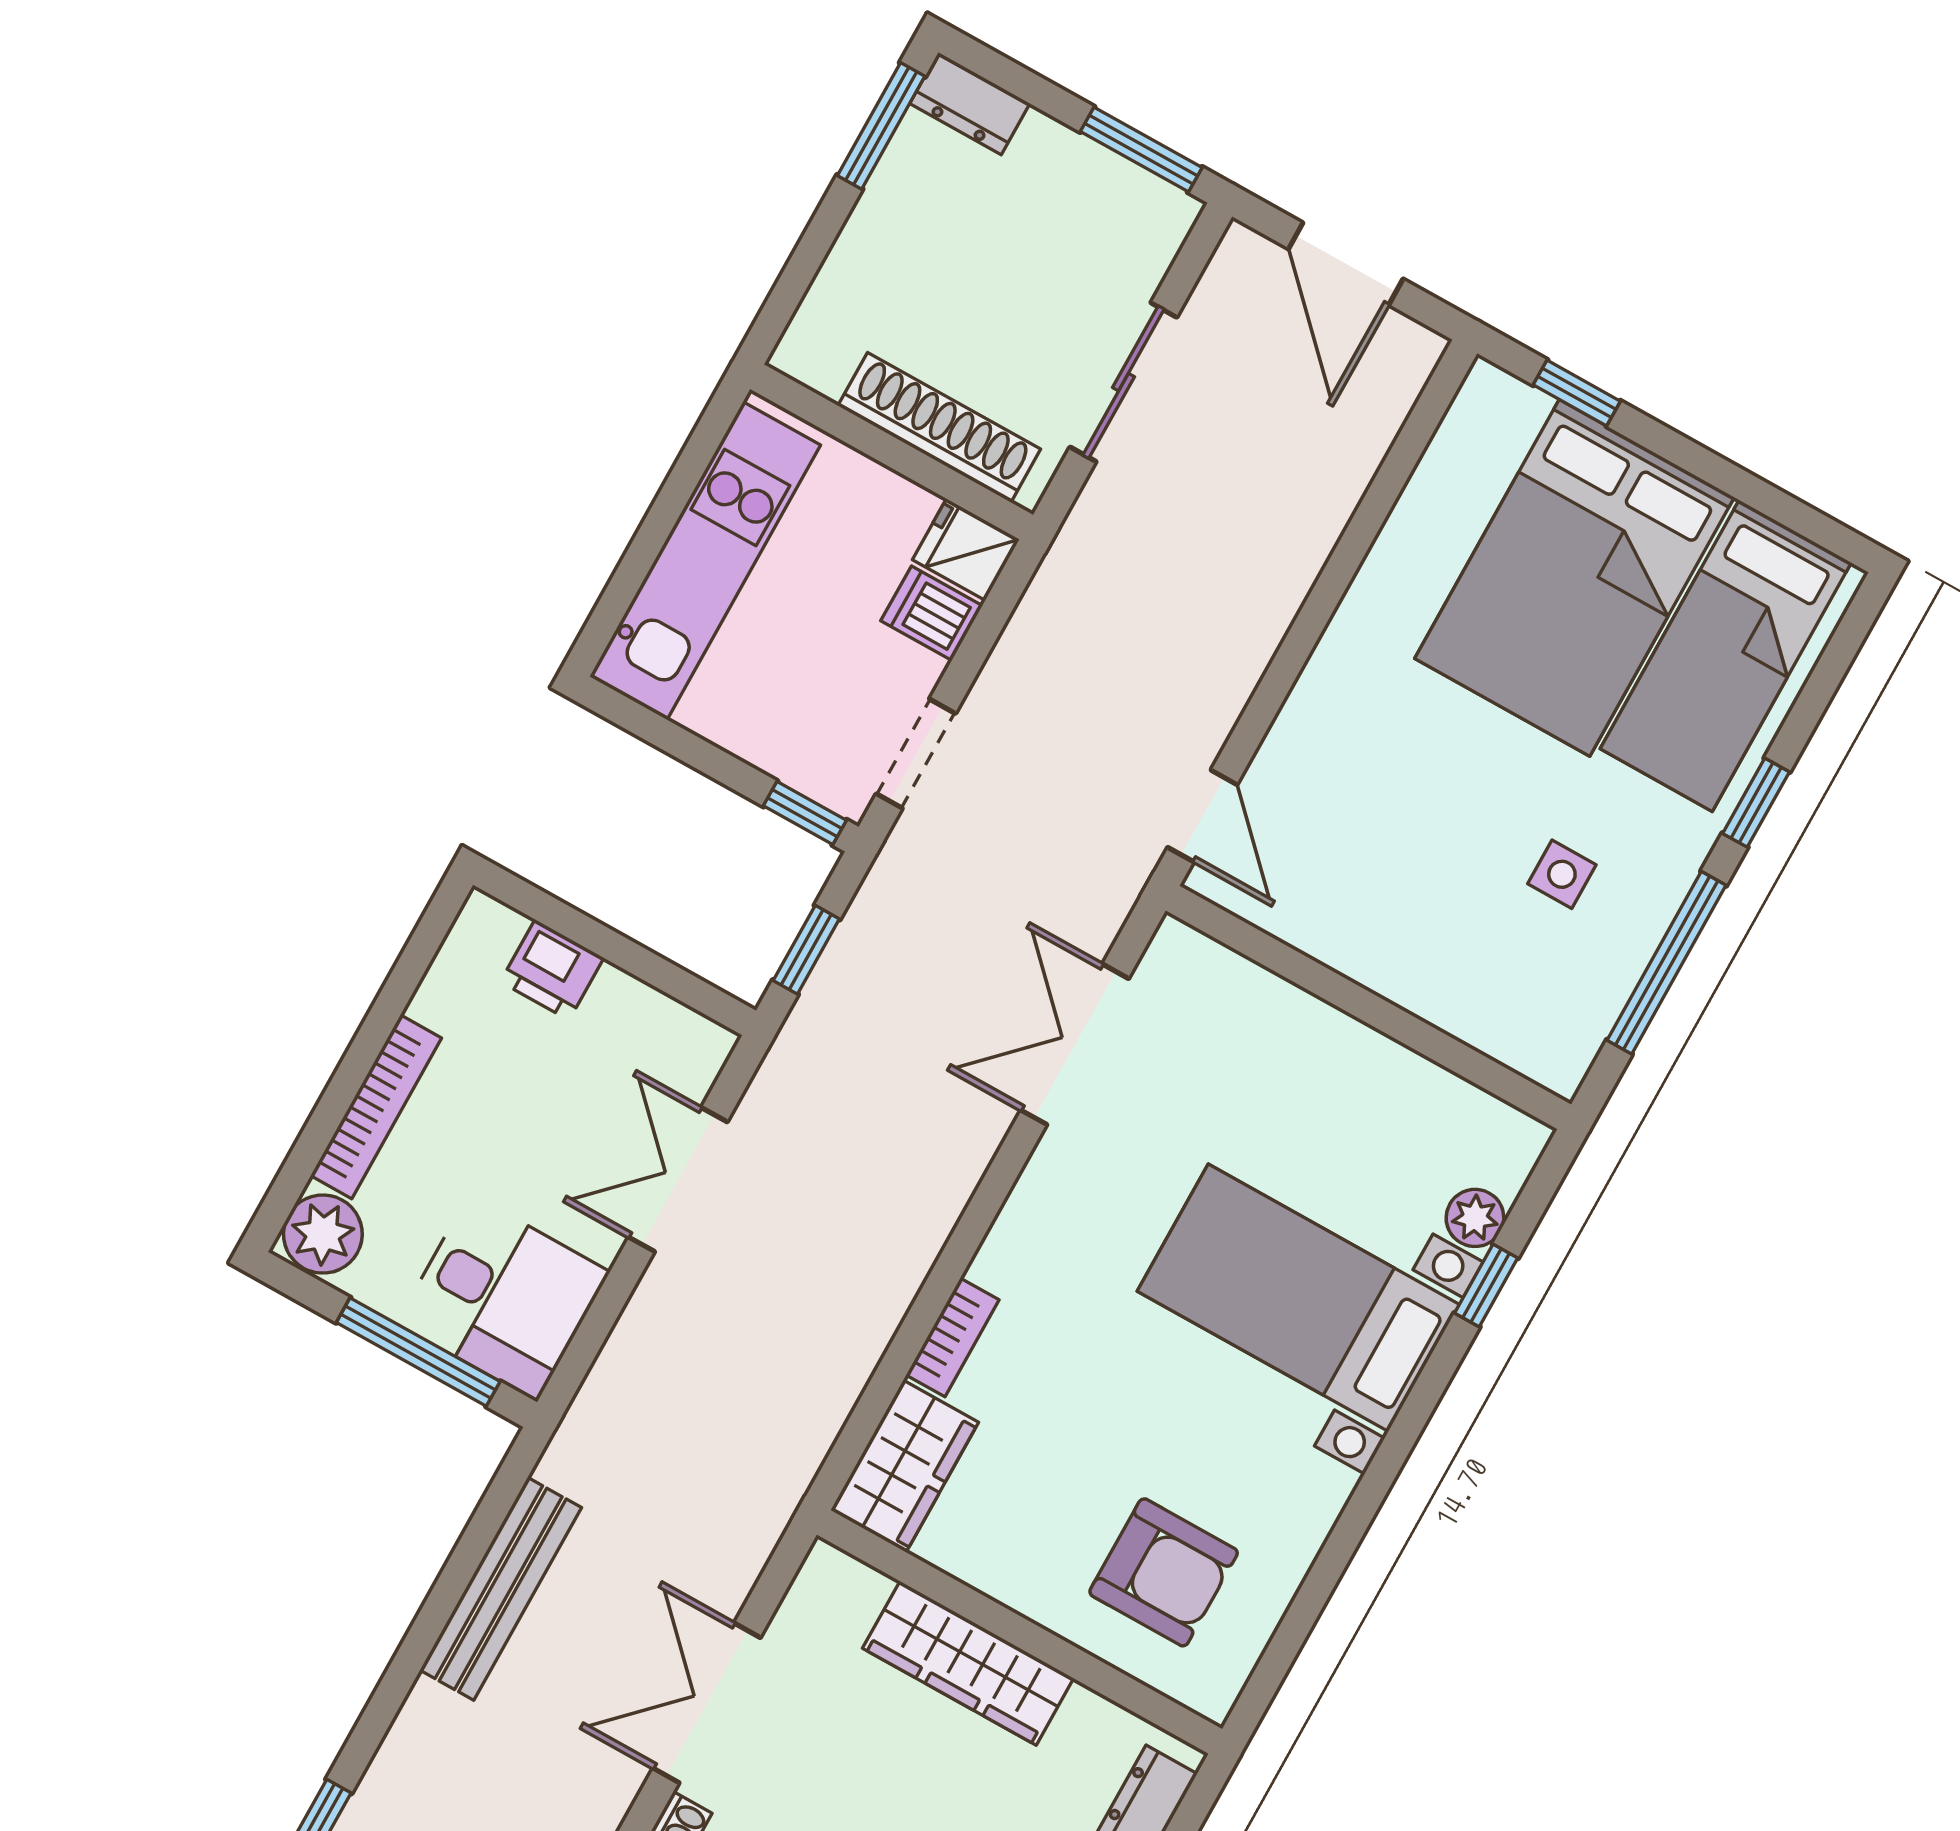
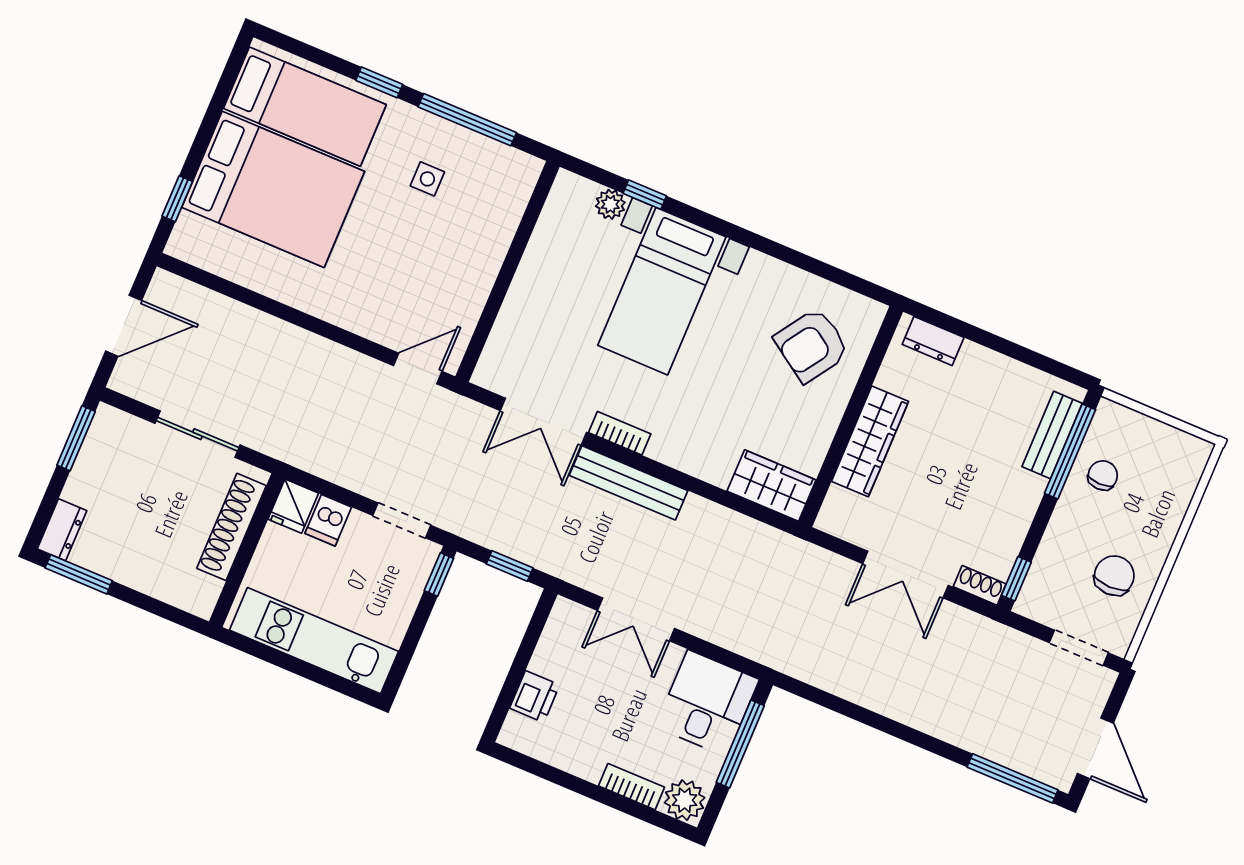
bookcase: (376, 1107) -> (632, 787), width x0.64
bookcase: (952, 1337) -> (620, 433), moved
armchair: (1164, 1572) -> (812, 345), turned -146
bench: (501, 1589) -> (629, 483), moved

